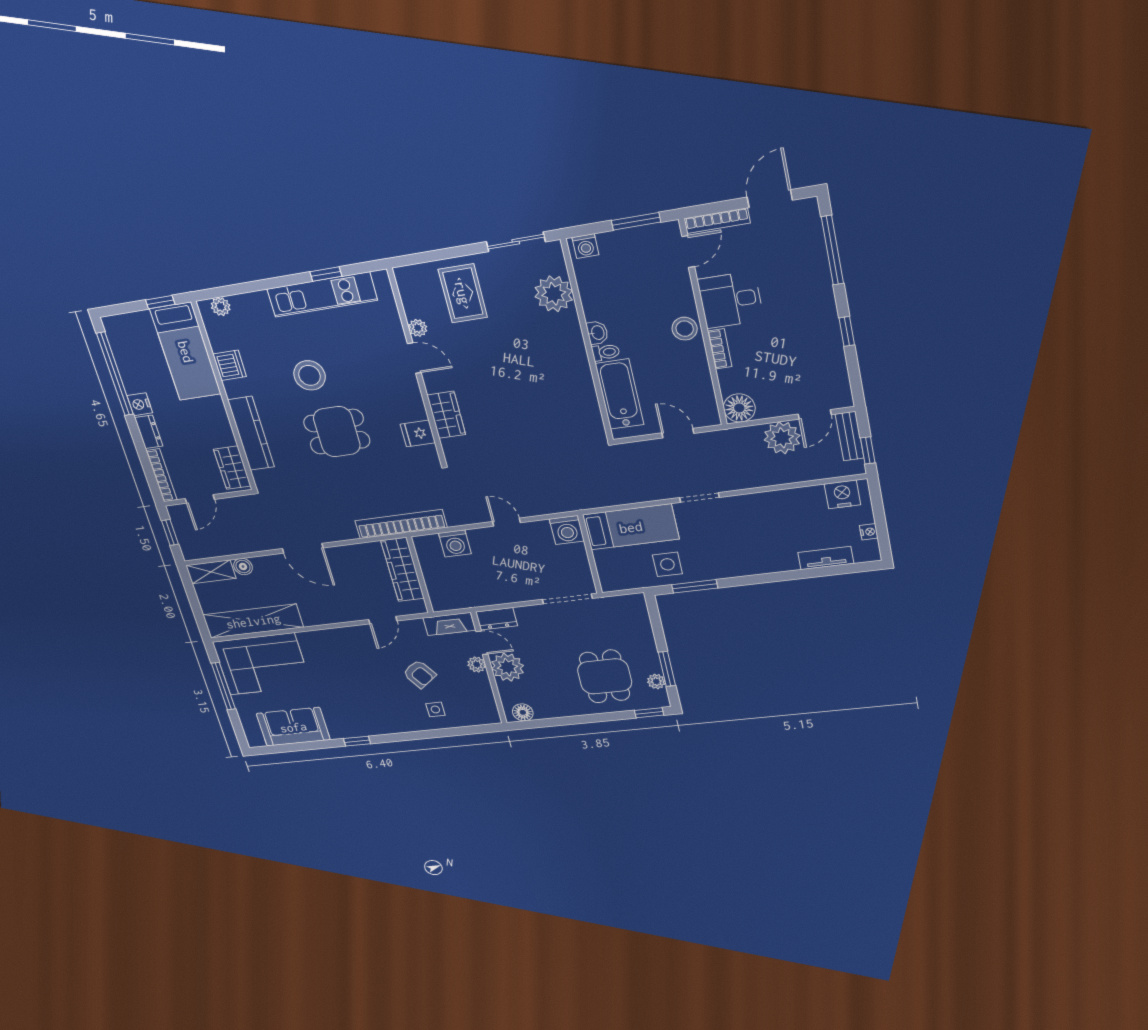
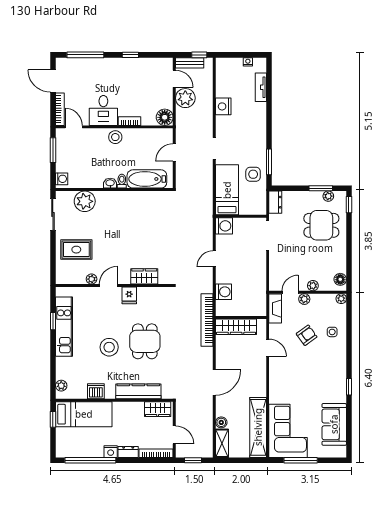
fridge: (418, 433) -> (129, 295), moved
nightstand: (842, 494) -> (223, 106), moved
dresser: (497, 619) -> (275, 202), moved
plant: (507, 667) -> (313, 286), width x0.53, depth x0.53
plant: (492, 717) -> (341, 299), added

